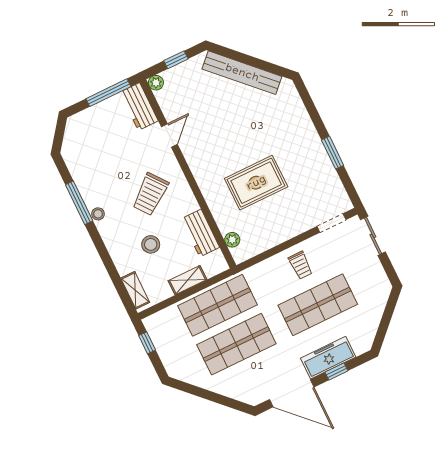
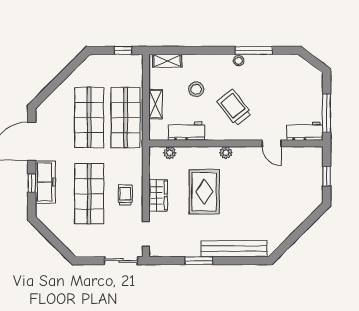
bench: (242, 73) -> (234, 249), moved, turned 45
plant: (156, 83) -> (226, 153), moved
wardrobe: (284, 230) -> (158, 195), added
trolley: (301, 265) -> (125, 195), turned 90

